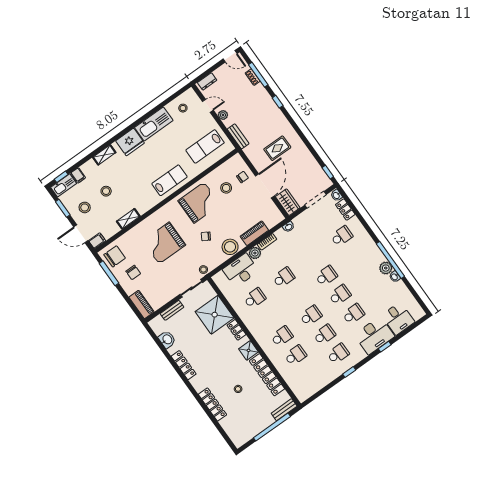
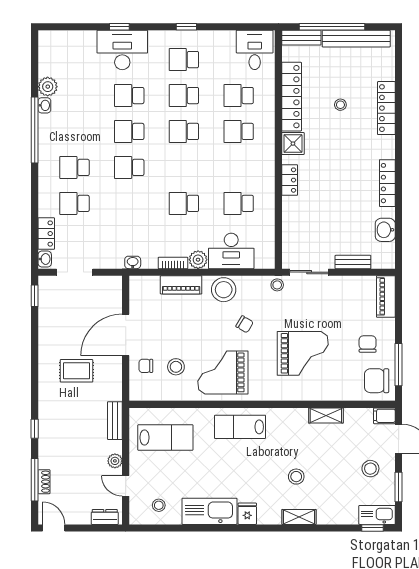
fridge: (130, 142) -> (247, 514), width x0.53, depth x0.75
filing cabinet: (78, 175) -> (350, 515), removed
stool: (106, 191) -> (296, 477), moved
wardrobe: (288, 202) -> (112, 294), removed
school desk: (355, 255) -> (74, 167), added
plant: (386, 268) -> (48, 87), moved
shower: (215, 315) -> (304, 219), removed
desk: (398, 319) -> (255, 50), moved
bench: (255, 430) -> (356, 39), added

